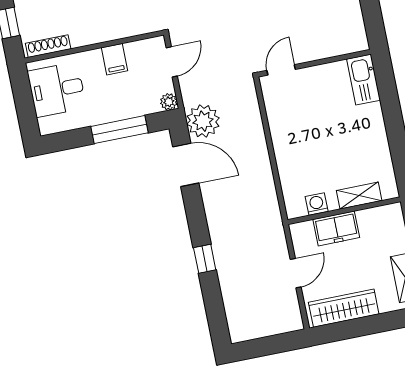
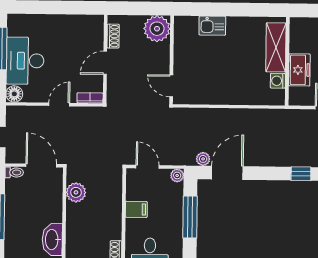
plant: (350, 36) -> (157, 29), added
kitchen sink: (364, 80) -> (212, 26), moved, width x0.73
plant: (203, 121) -> (203, 159), width x0.53, depth x0.53
shelving: (359, 196) -> (276, 47), width x1.50, depth x1.33

